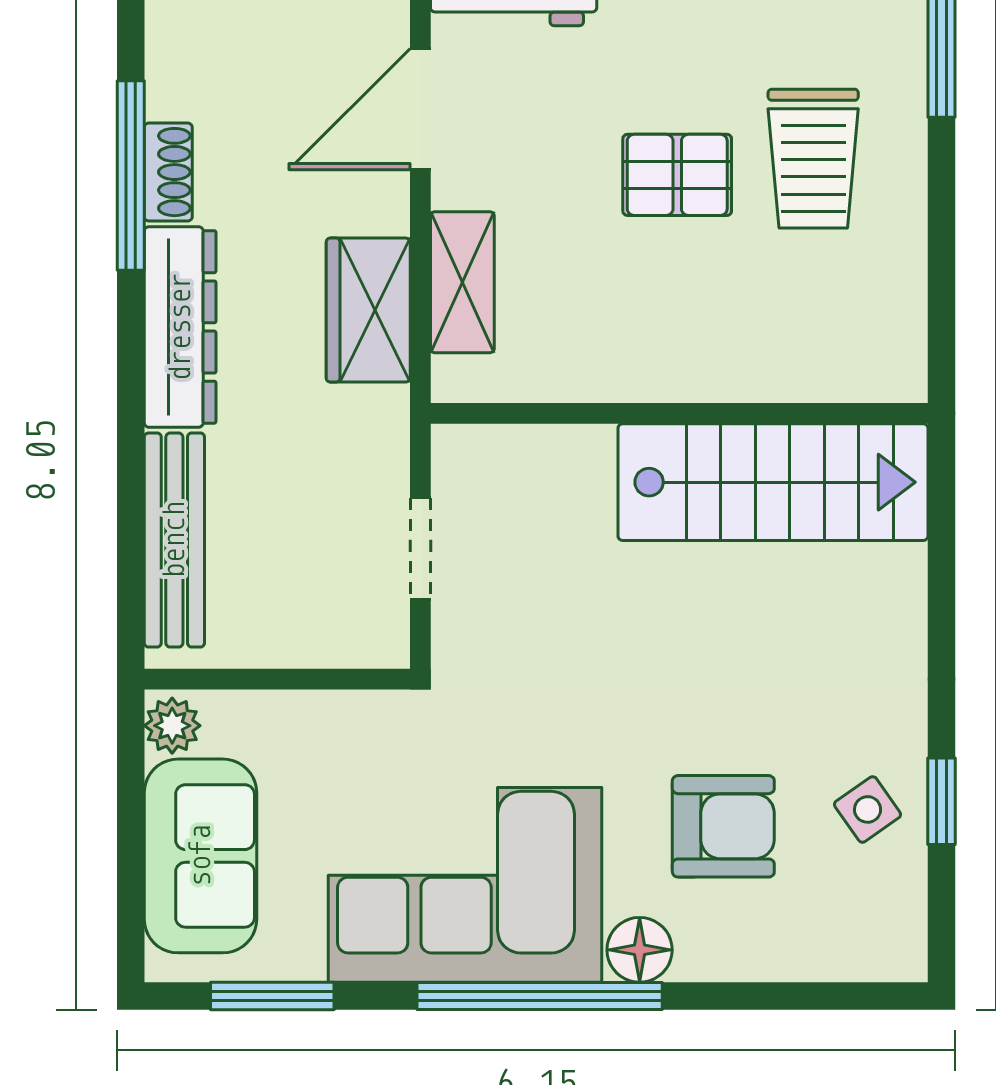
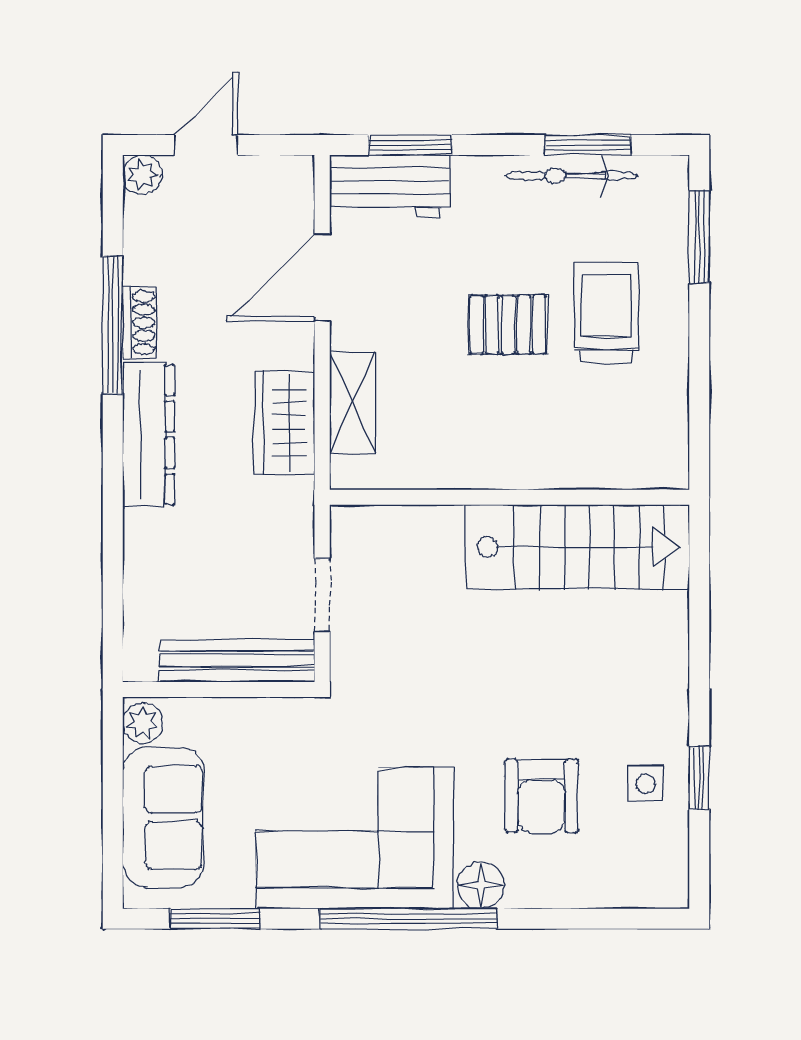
trolley: (813, 159) -> (606, 313), turned 180
bench: (174, 540) -> (237, 660), moved, turned 90
side table: (868, 809) -> (646, 784), turned 35
armchair: (723, 826) -> (541, 796), turned 90

